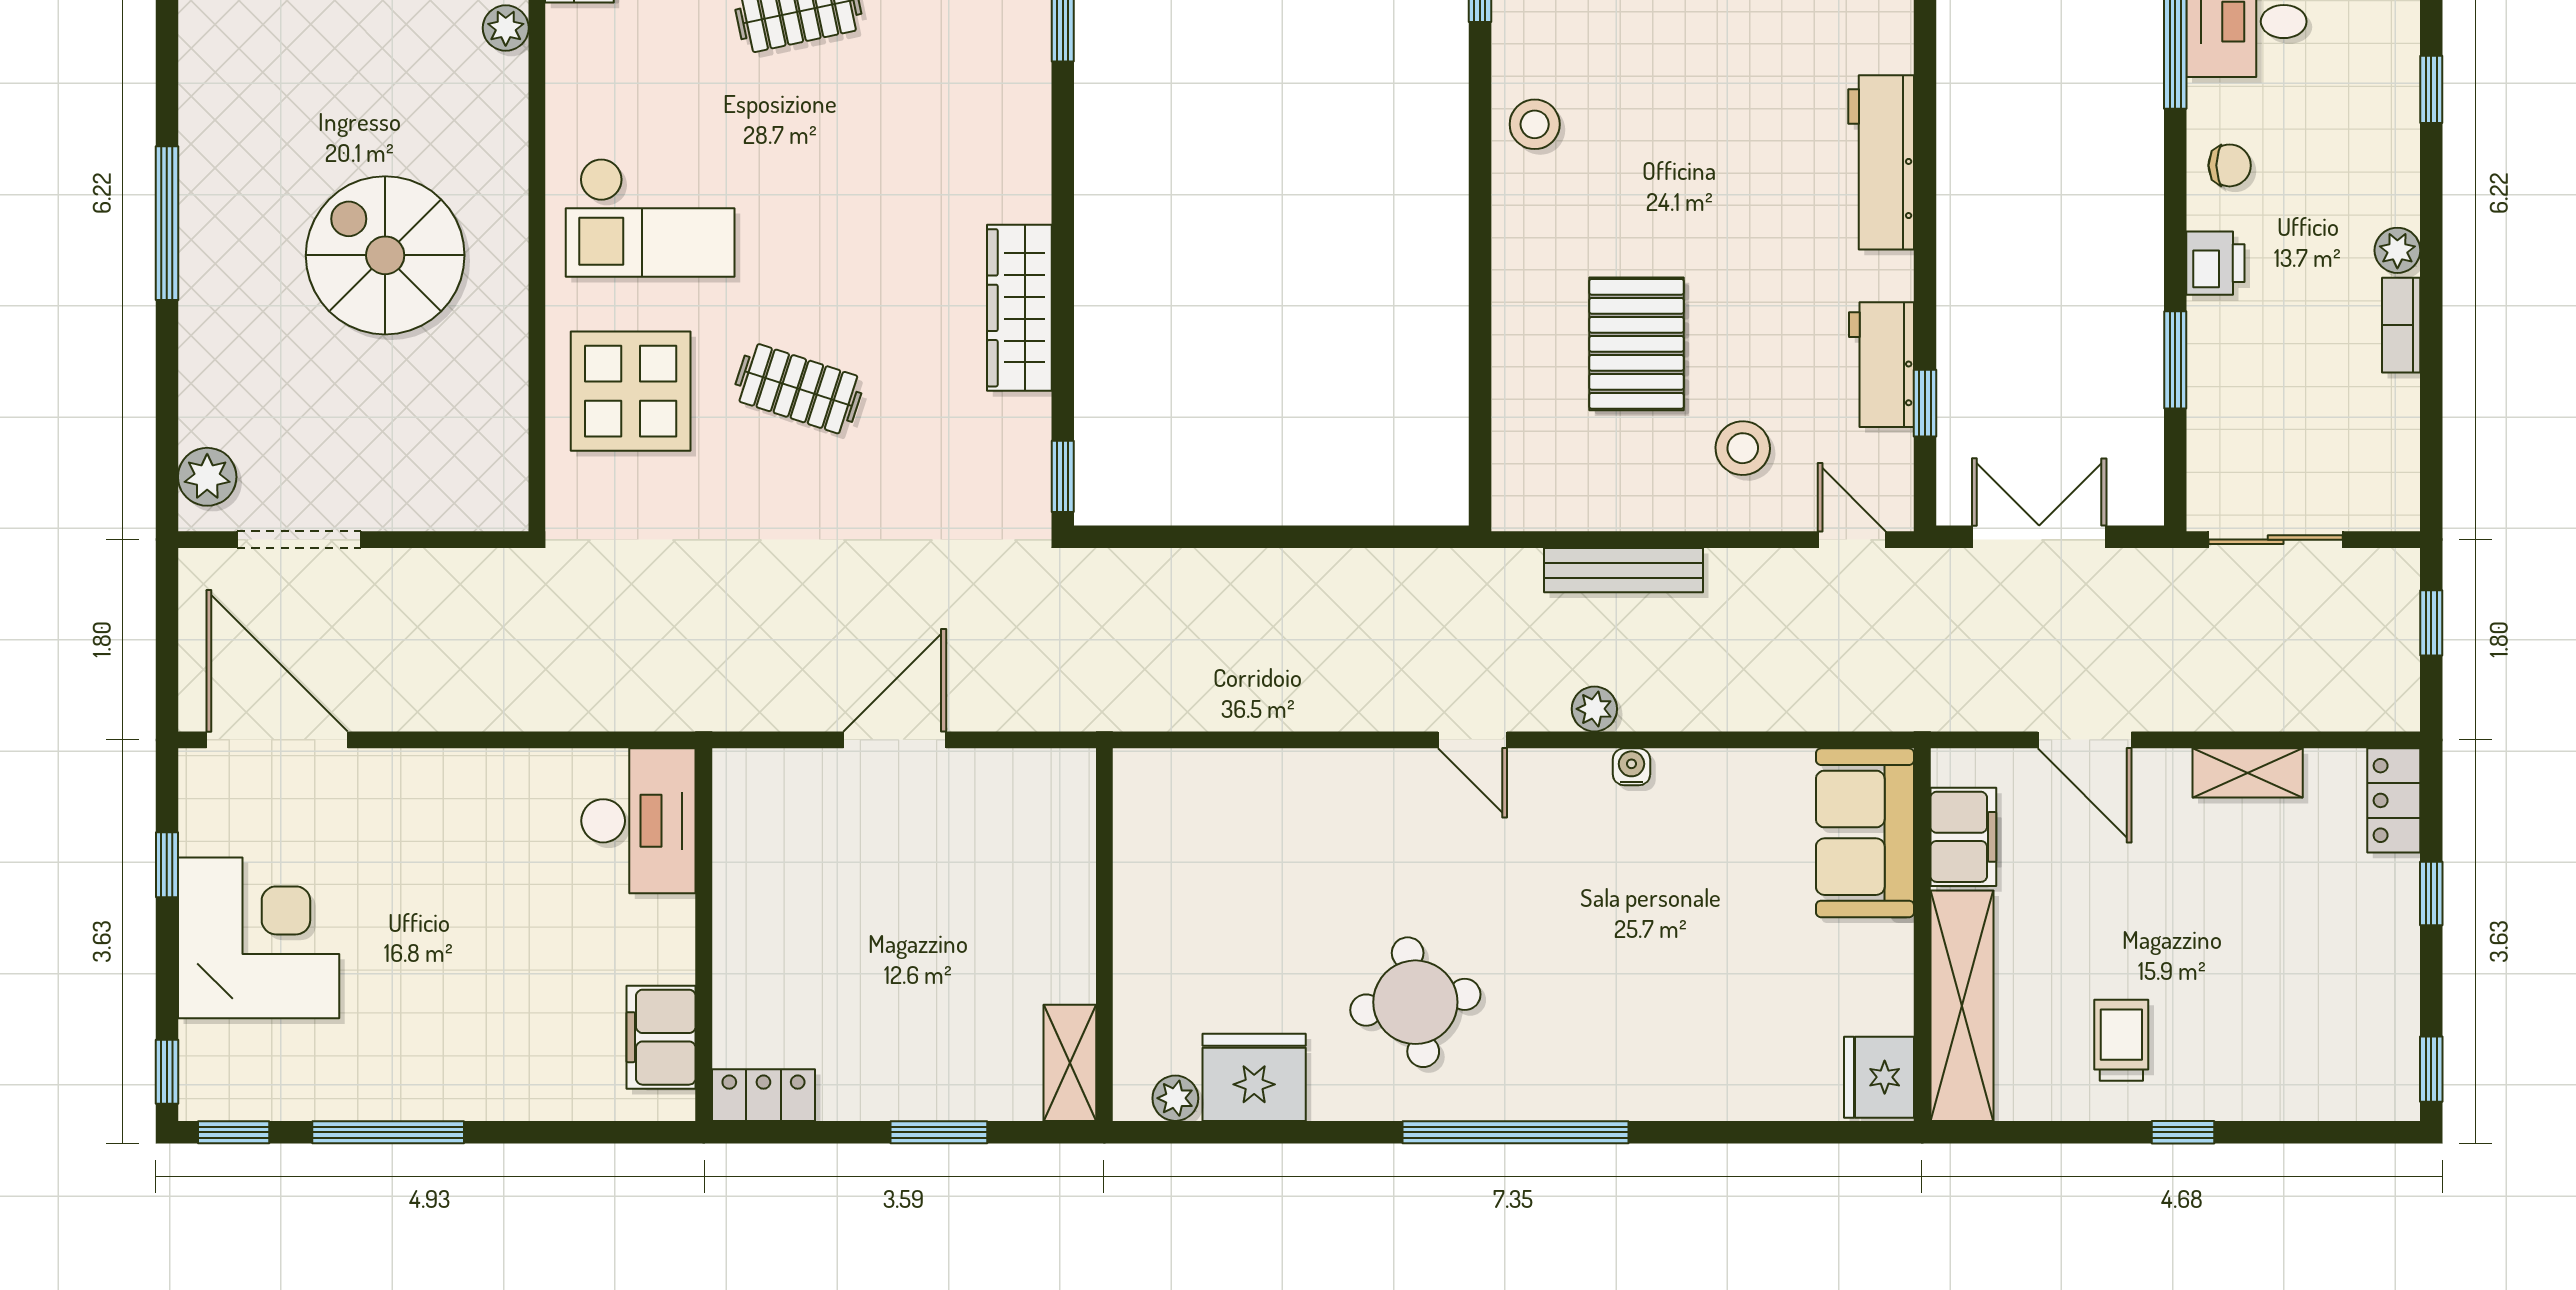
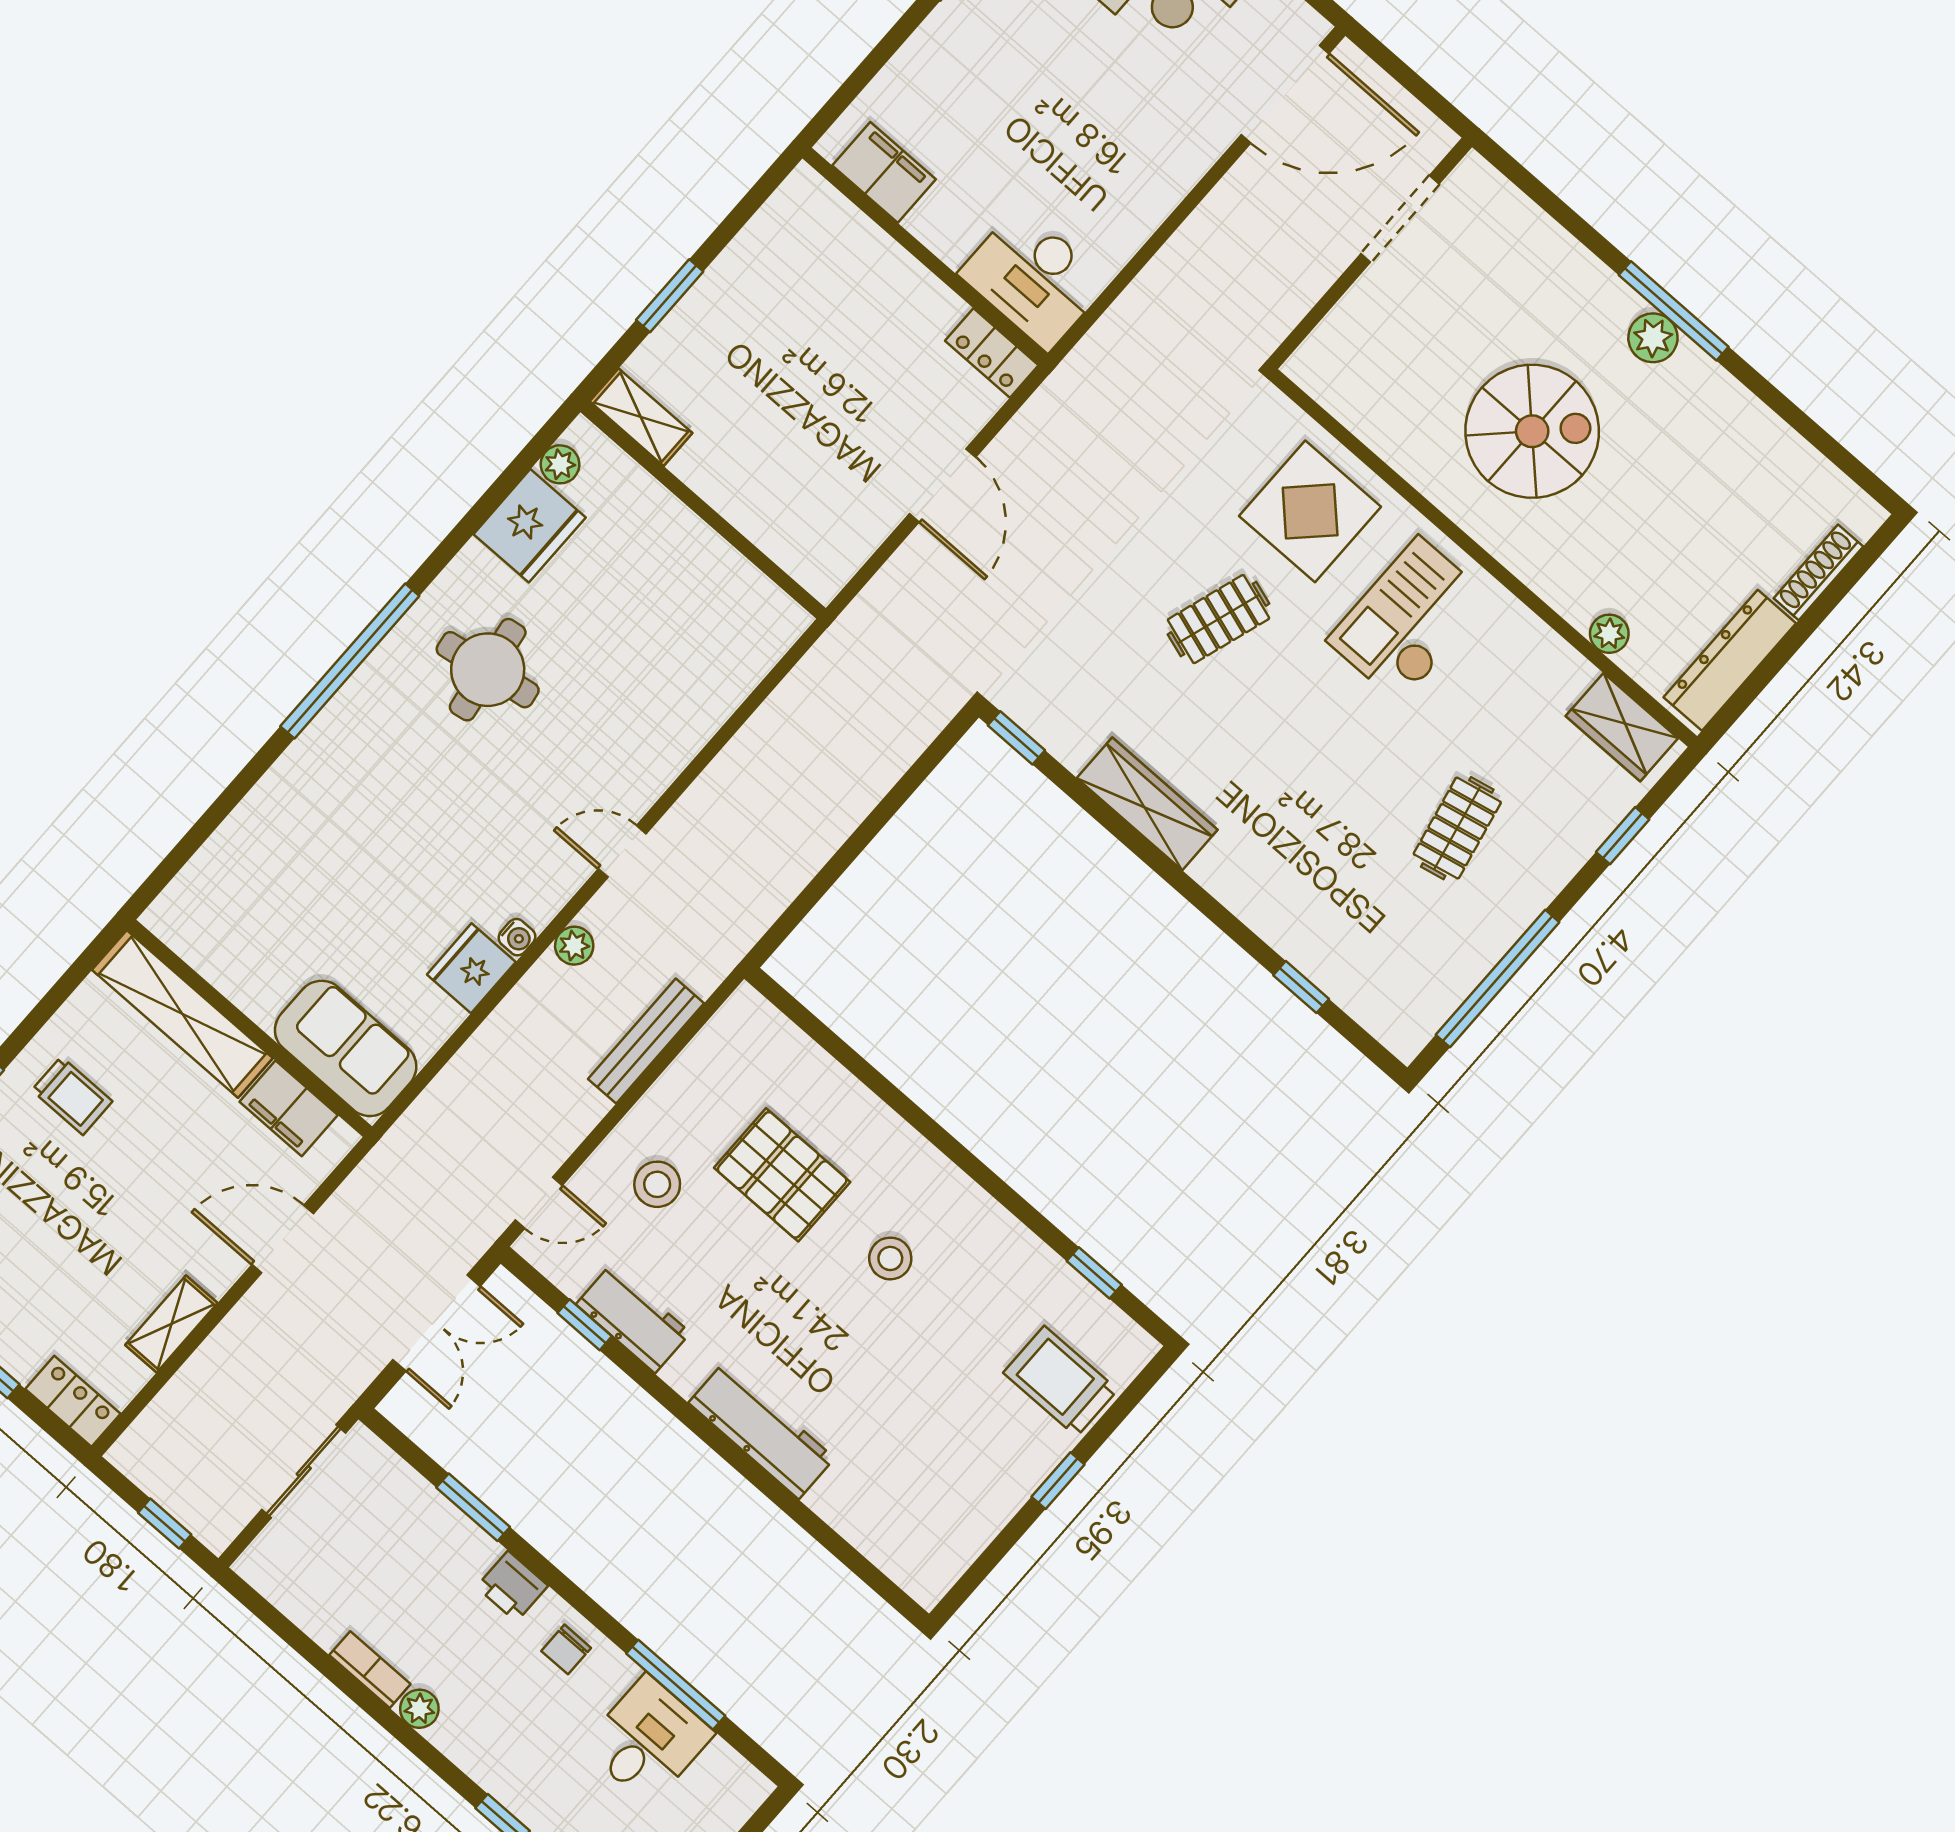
stool: (1535, 124) -> (890, 1258), moved
plant: (207, 477) -> (1653, 338), moved
fridge: (1879, 1077) -> (471, 968), moved, turned -90
locker: (763, 1095) -> (992, 353), moved, turned 90

